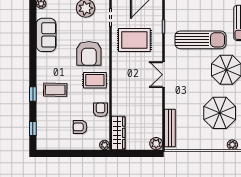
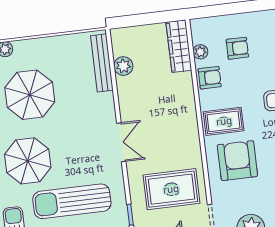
armchair: (101, 110) -> (210, 78), turned -90
plant: (156, 144) -> (123, 66), moved
plant: (105, 145) -> (200, 52), moved

